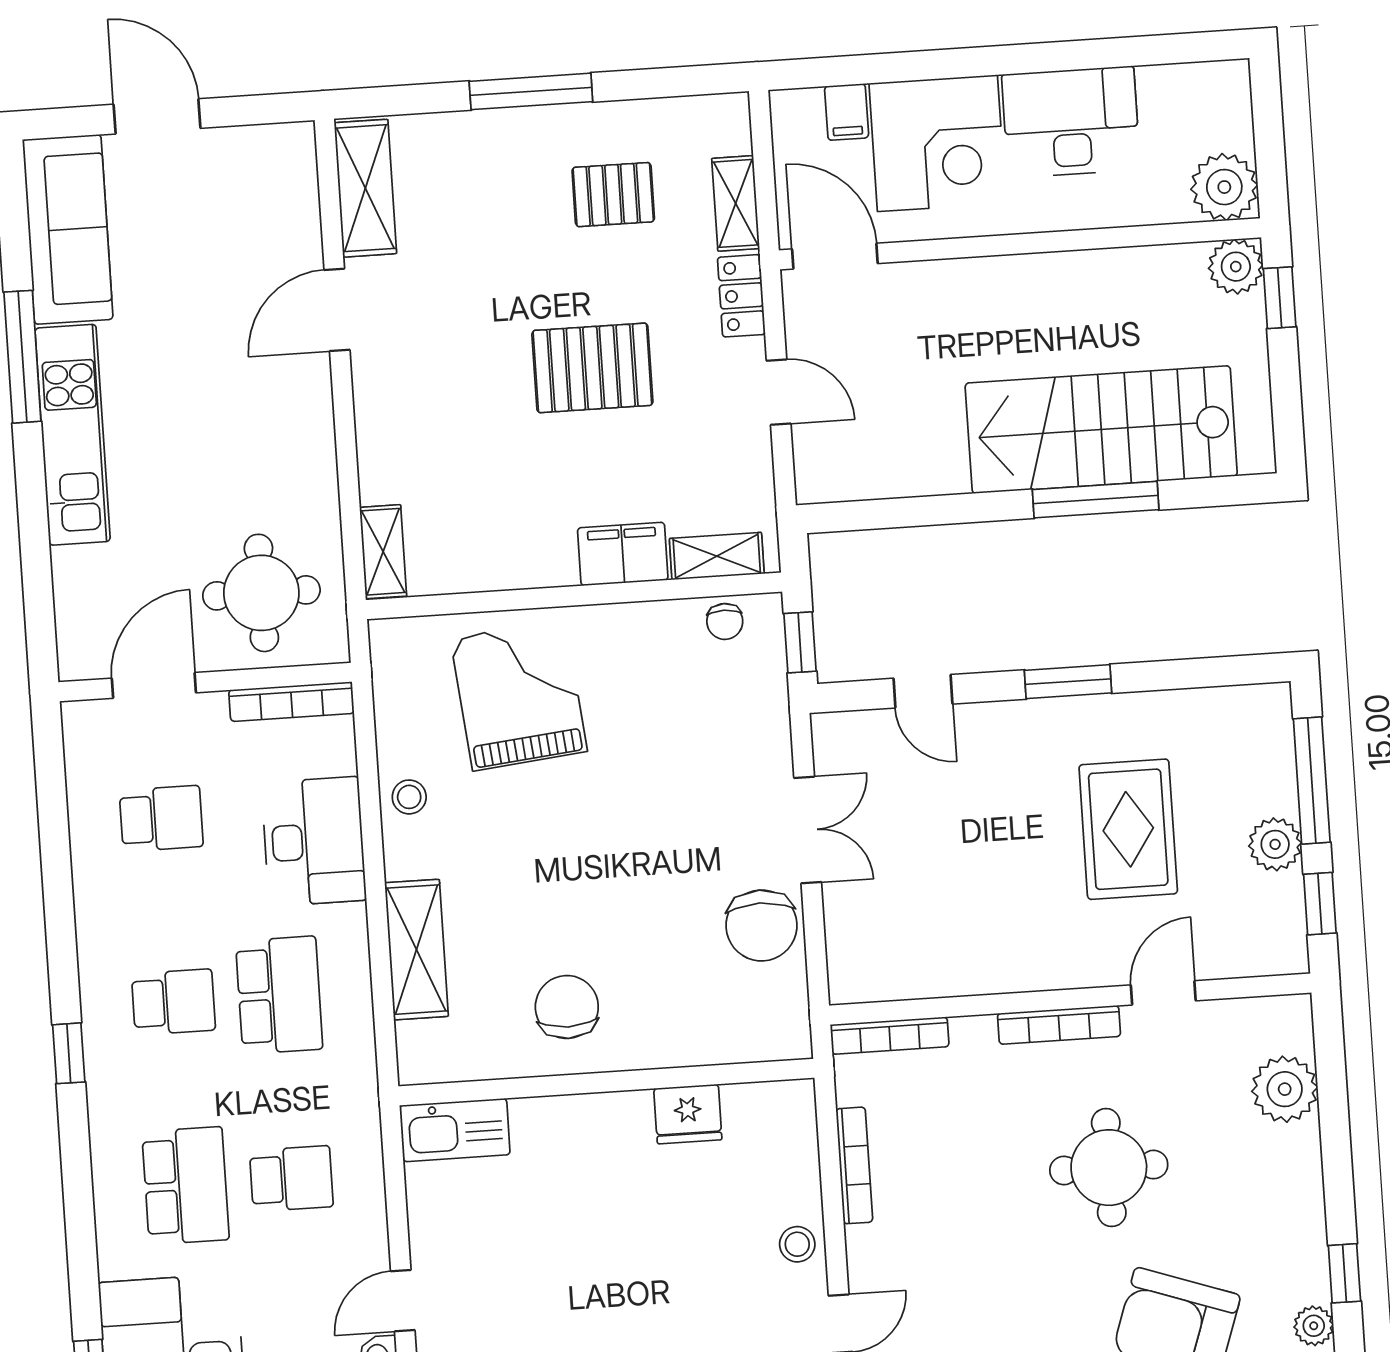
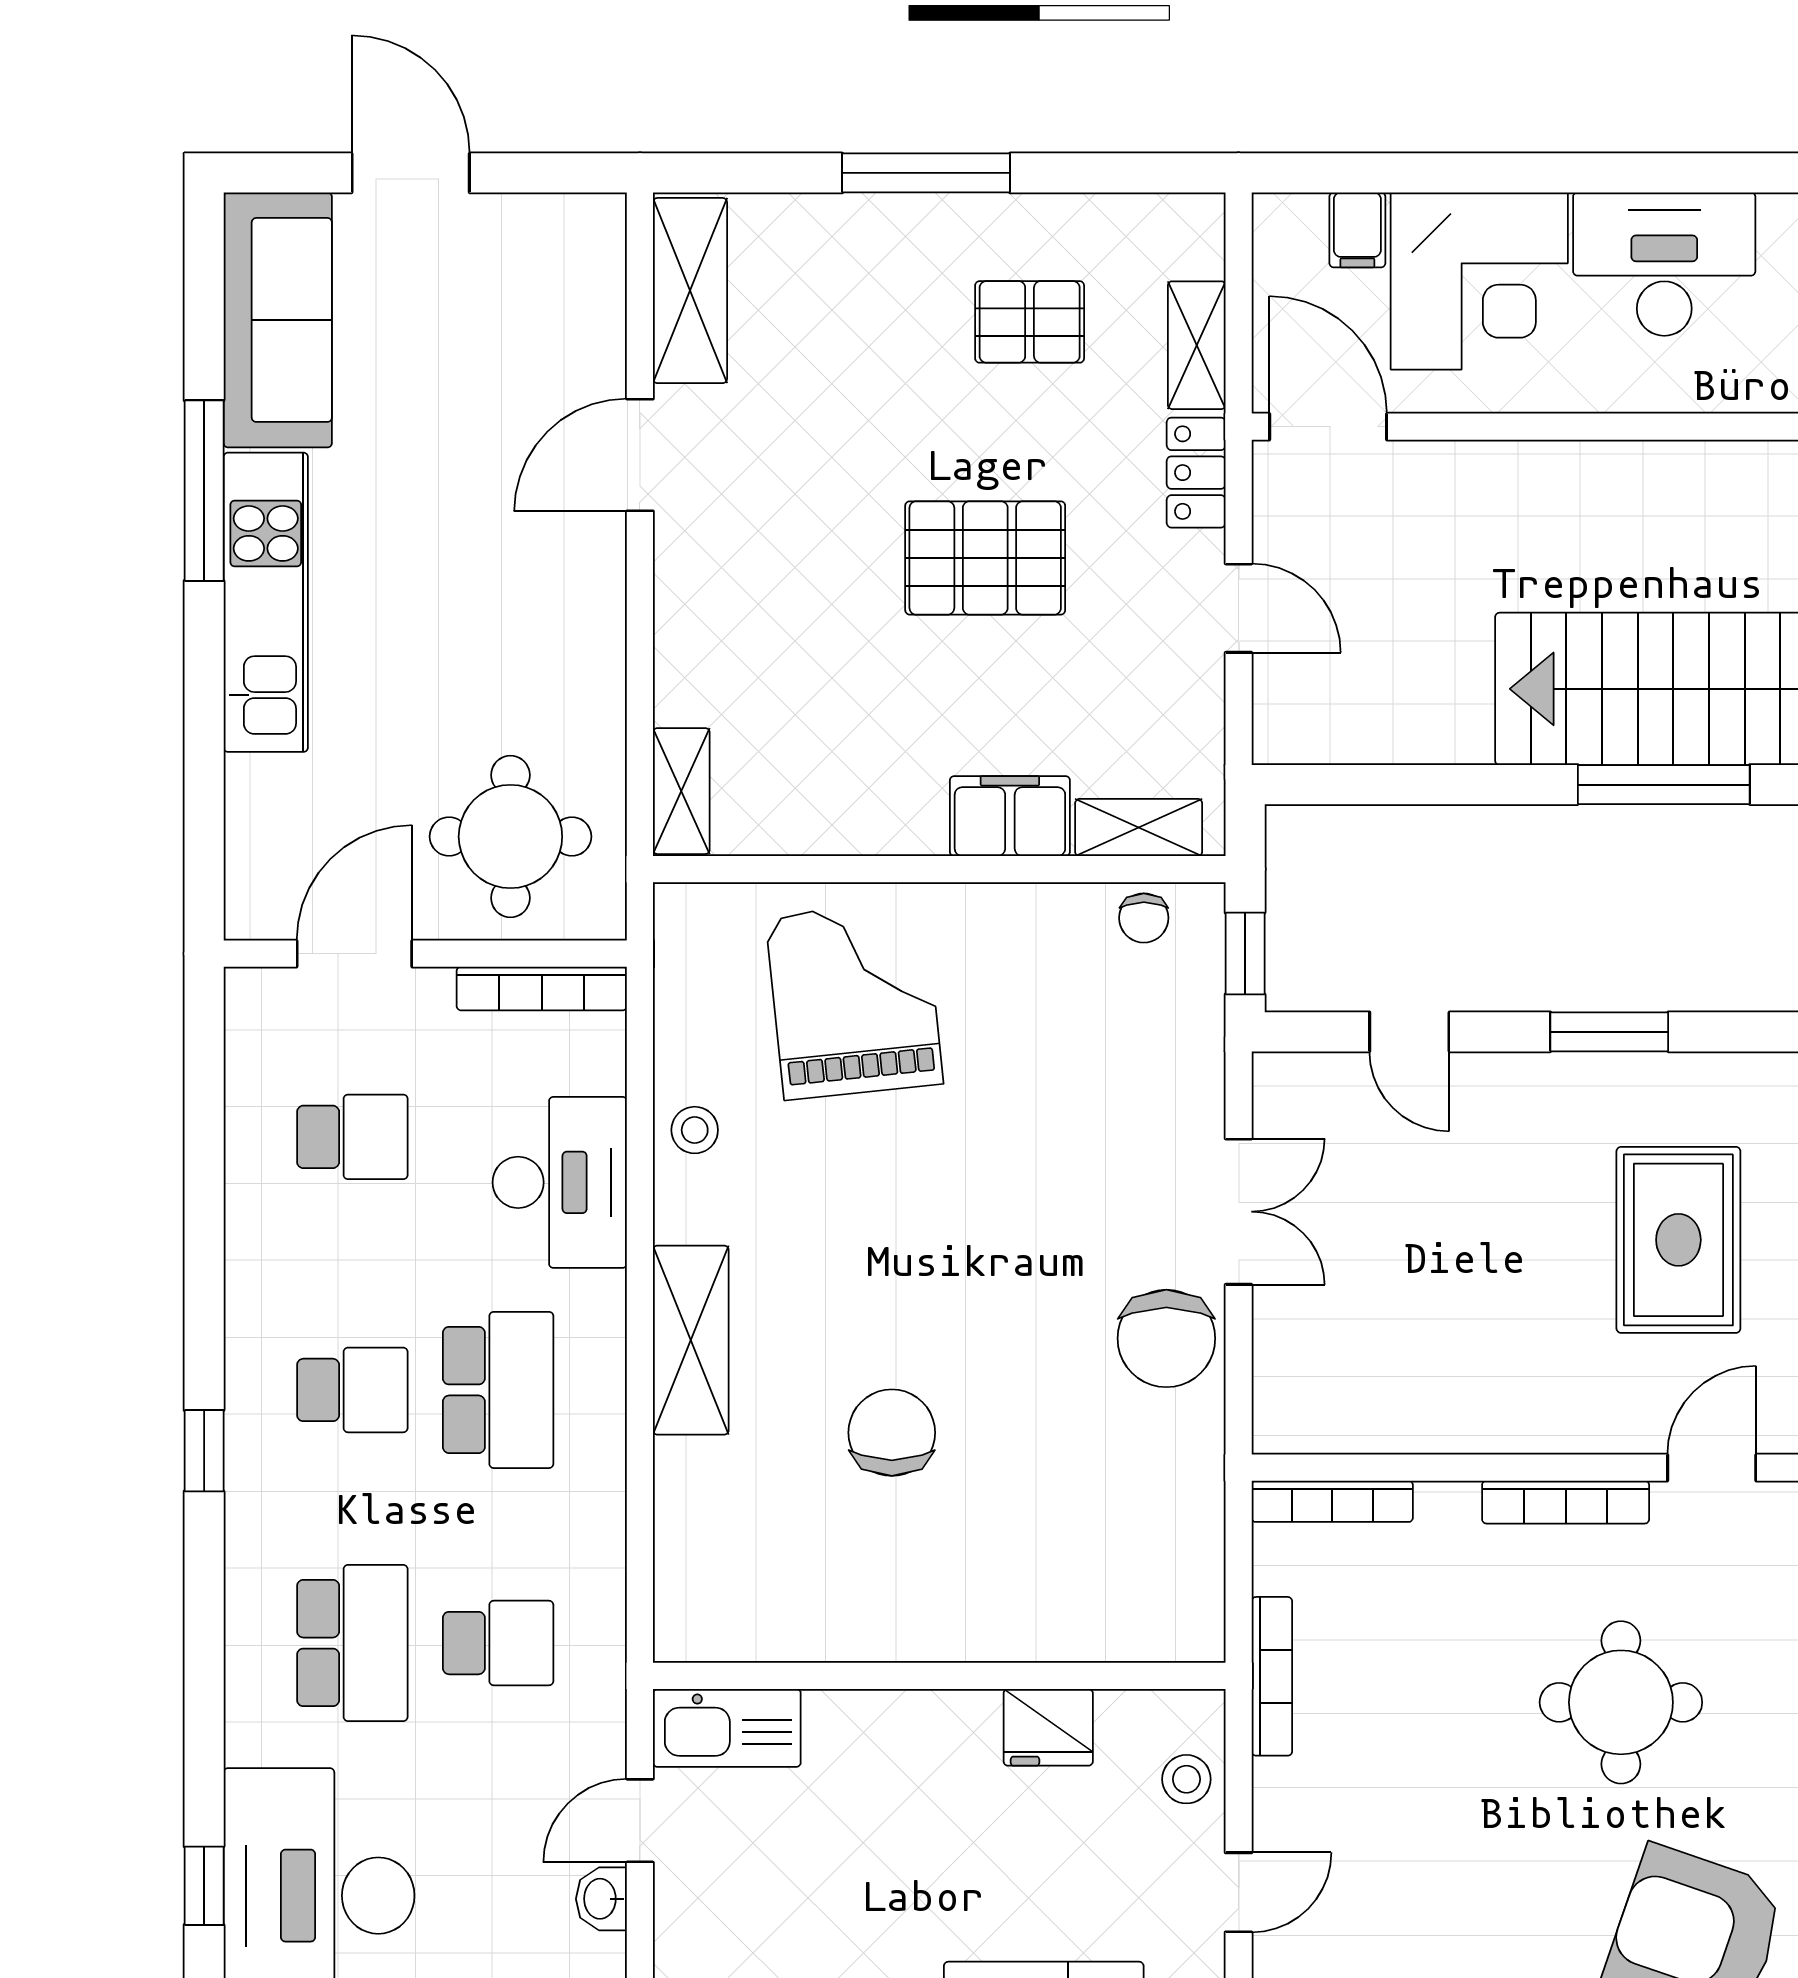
wall: (606, 1082) -> (939, 1676), moved
fridge: (688, 1114) -> (1048, 1727), moved
kitchen sink: (455, 1130) -> (727, 1728), moved

